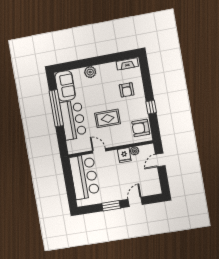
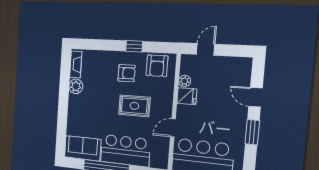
plant: (90, 72) -> (76, 86), moved
armchair: (127, 90) -> (127, 73), moved
rug: (108, 118) -> (134, 106), turned 90
door: (160, 160) -> (206, 49), swing flipped

